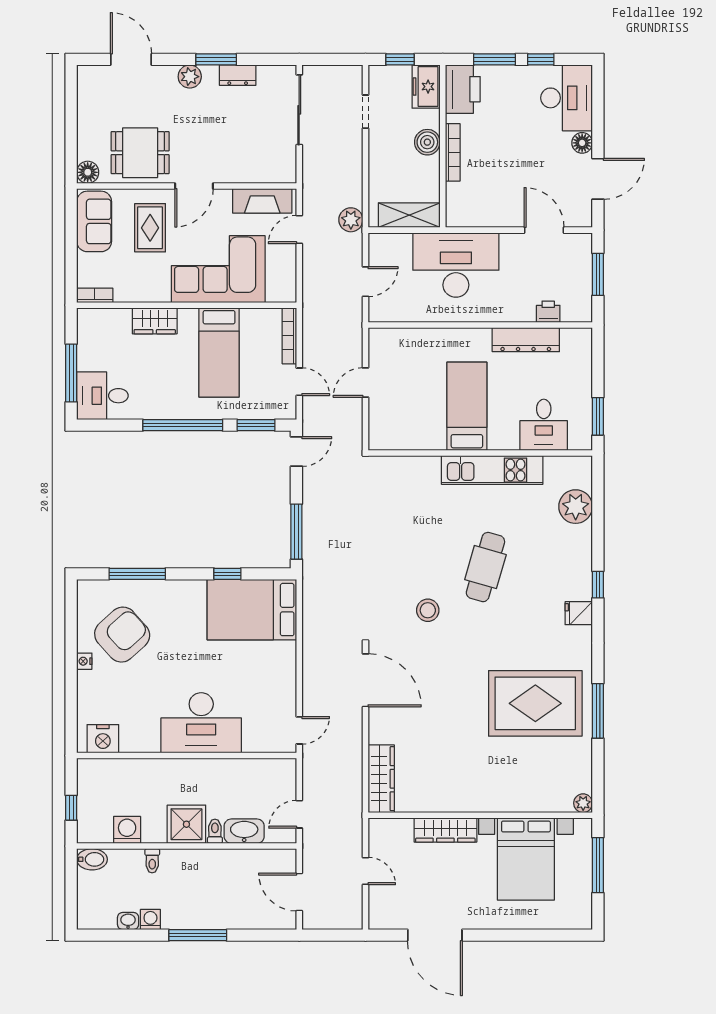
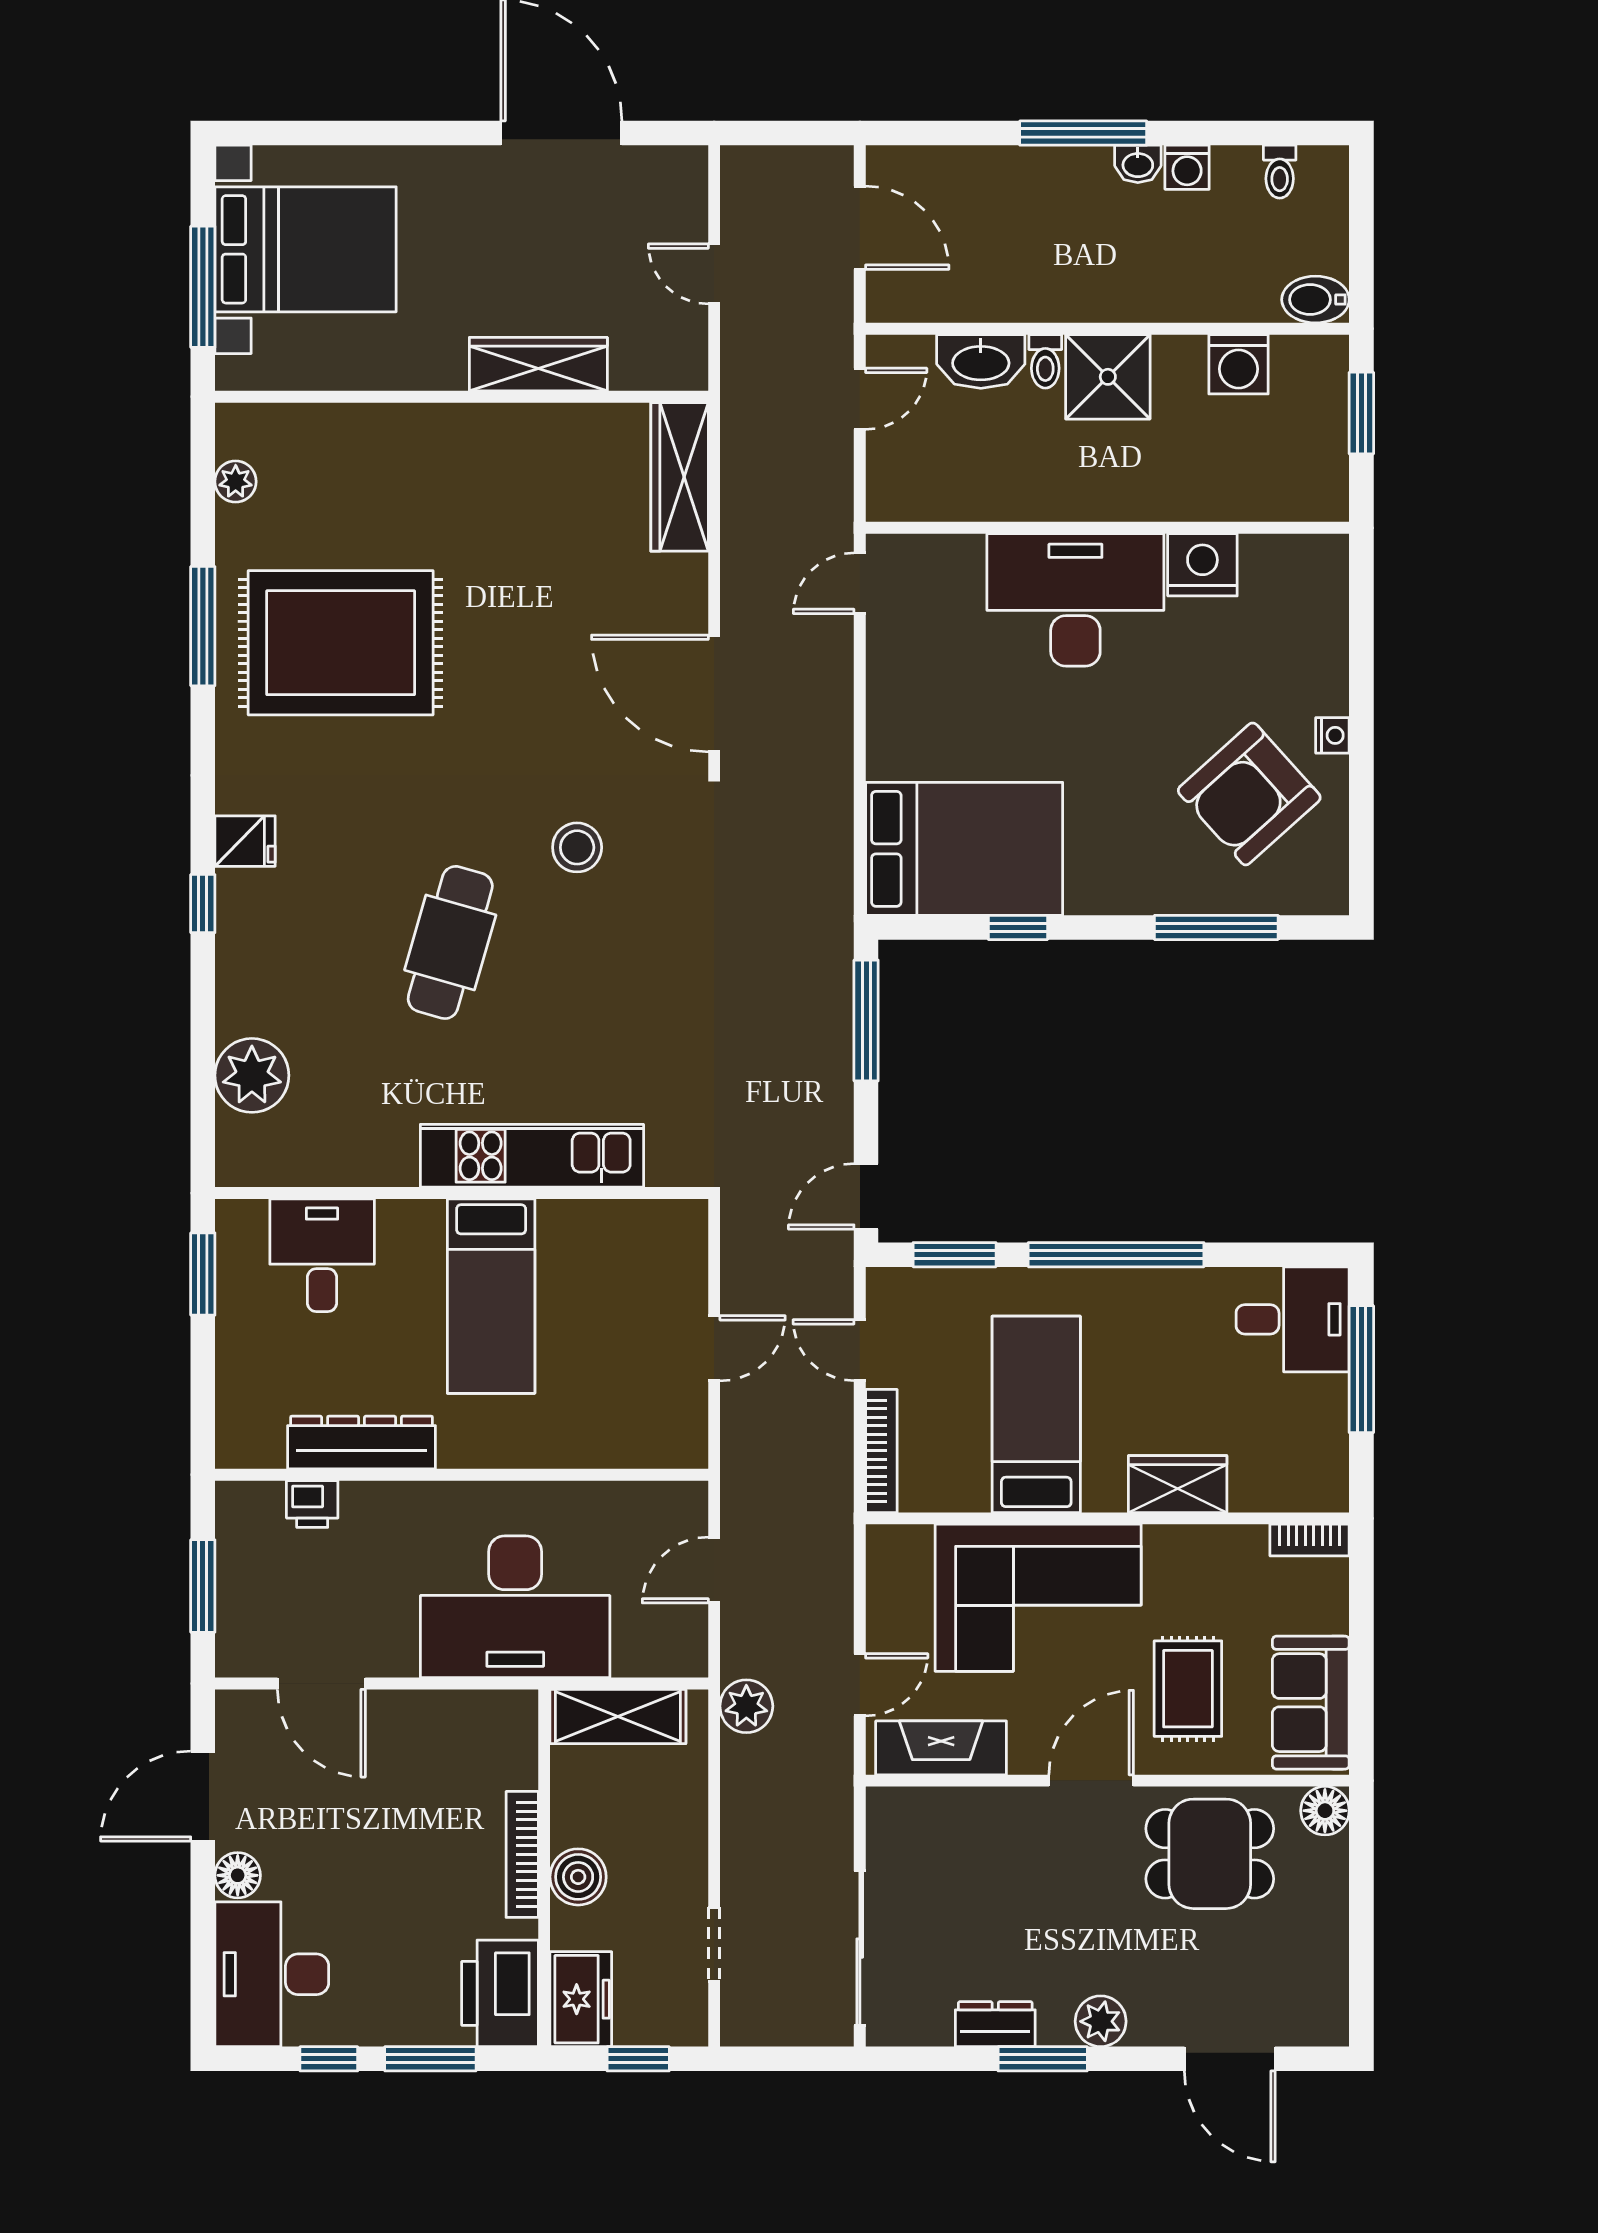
kitchen unit: (492, 470) -> (532, 1156), moved
nightstand: (103, 739) -> (1202, 565), moved
plant: (583, 803) -> (236, 482), moved
window: (71, 808) -> (1361, 413), width x1.50
bed with nightstands: (526, 859) -> (306, 249), moved, turned 90
toilet: (152, 861) -> (1280, 172), moved, turned 180
washbasin: (128, 921) -> (1138, 164), moved

